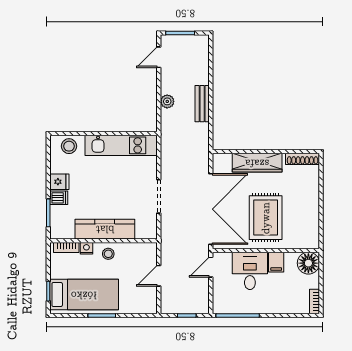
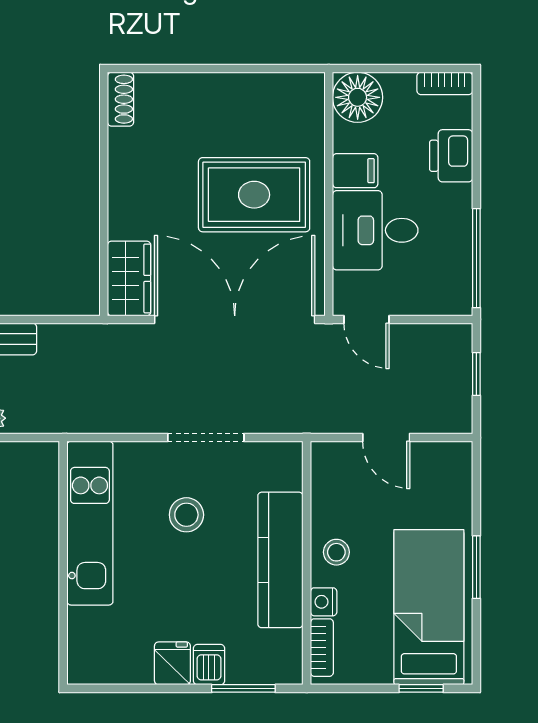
stool: (69, 146) -> (186, 515), moved
shoe rack: (303, 159) -> (120, 99), width x0.70
wardrobe: (257, 163) -> (129, 278), moved, width x0.67
printer: (283, 304) -> (451, 156), added

